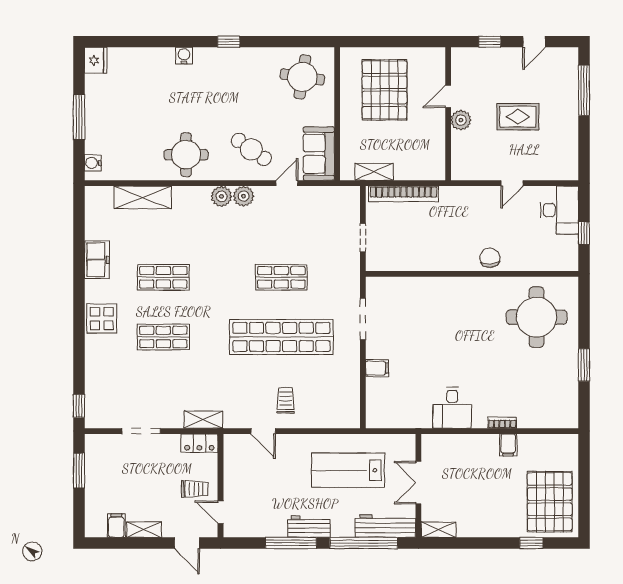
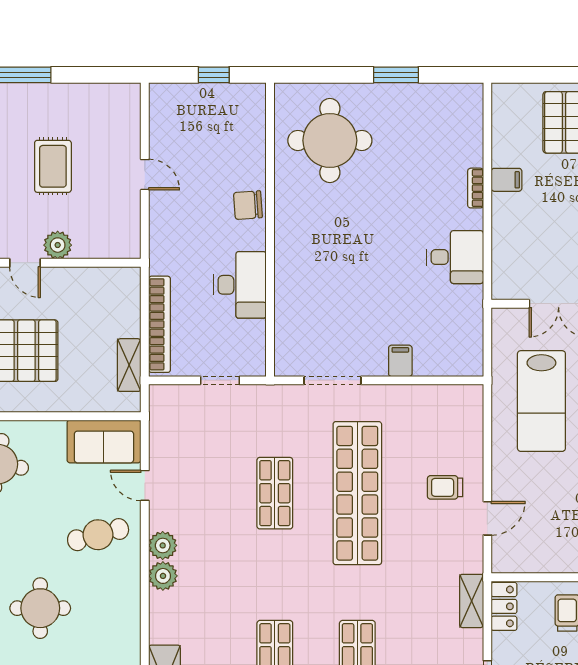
cafe table: (251, 149) -> (98, 535), turned 40
round table: (186, 155) -> (40, 608), moved
desk: (560, 210) -> (240, 285), moved, turned 90

